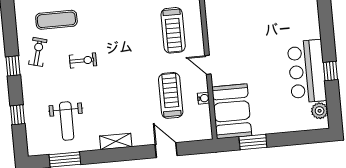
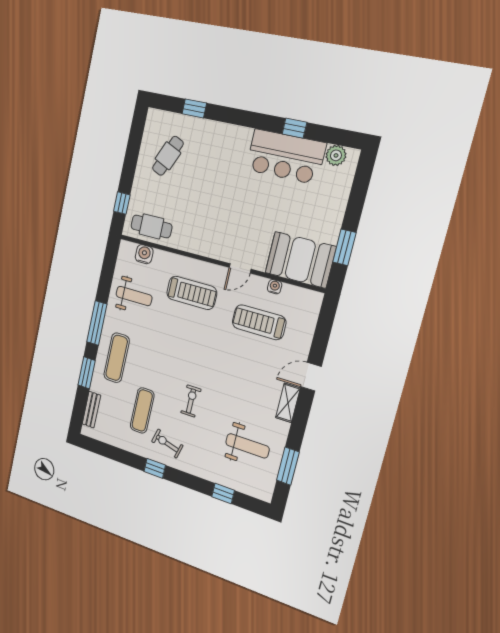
window: (13, 66) -> (155, 468), moved
door: (166, 150) -> (311, 377), moved

